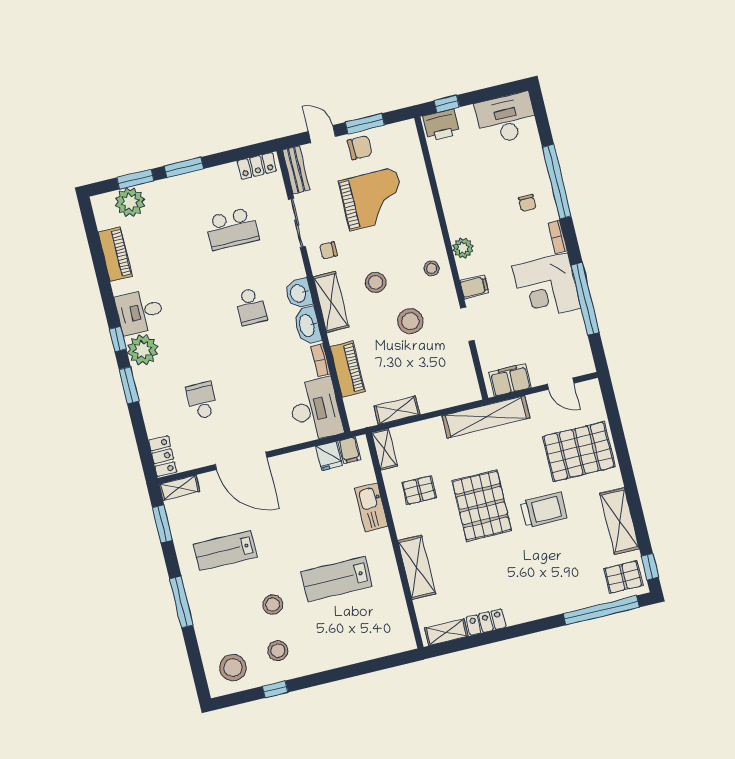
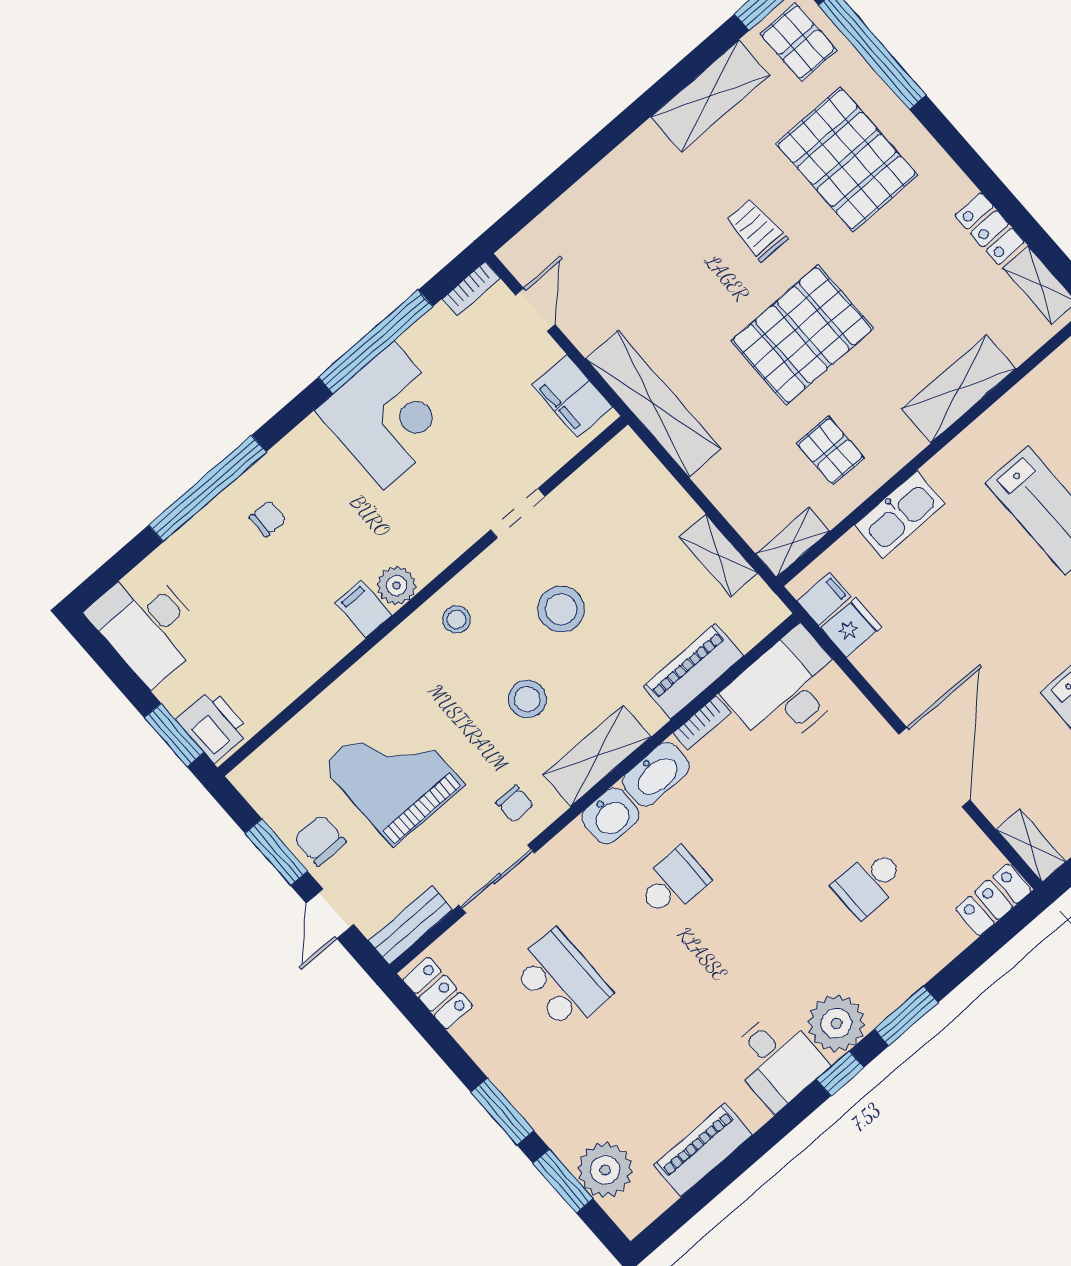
window: (447, 104) -> (174, 735), width x1.50
bookcase: (557, 237) -> (471, 289), moved
filing cabinet: (474, 287) -> (364, 609), moved
pallet: (579, 452) -> (847, 159), moved
trolley: (544, 510) -> (757, 230), width x0.73, depth x0.72

